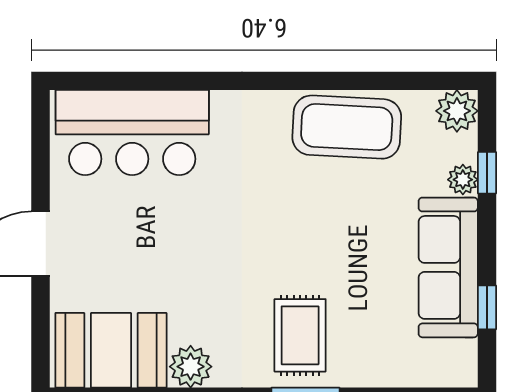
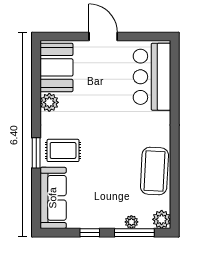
window: (487, 173) -> (134, 233), width x2.17
sofa: (448, 267) -> (53, 198), moved, turned 90
window: (487, 307) -> (90, 233), moved

